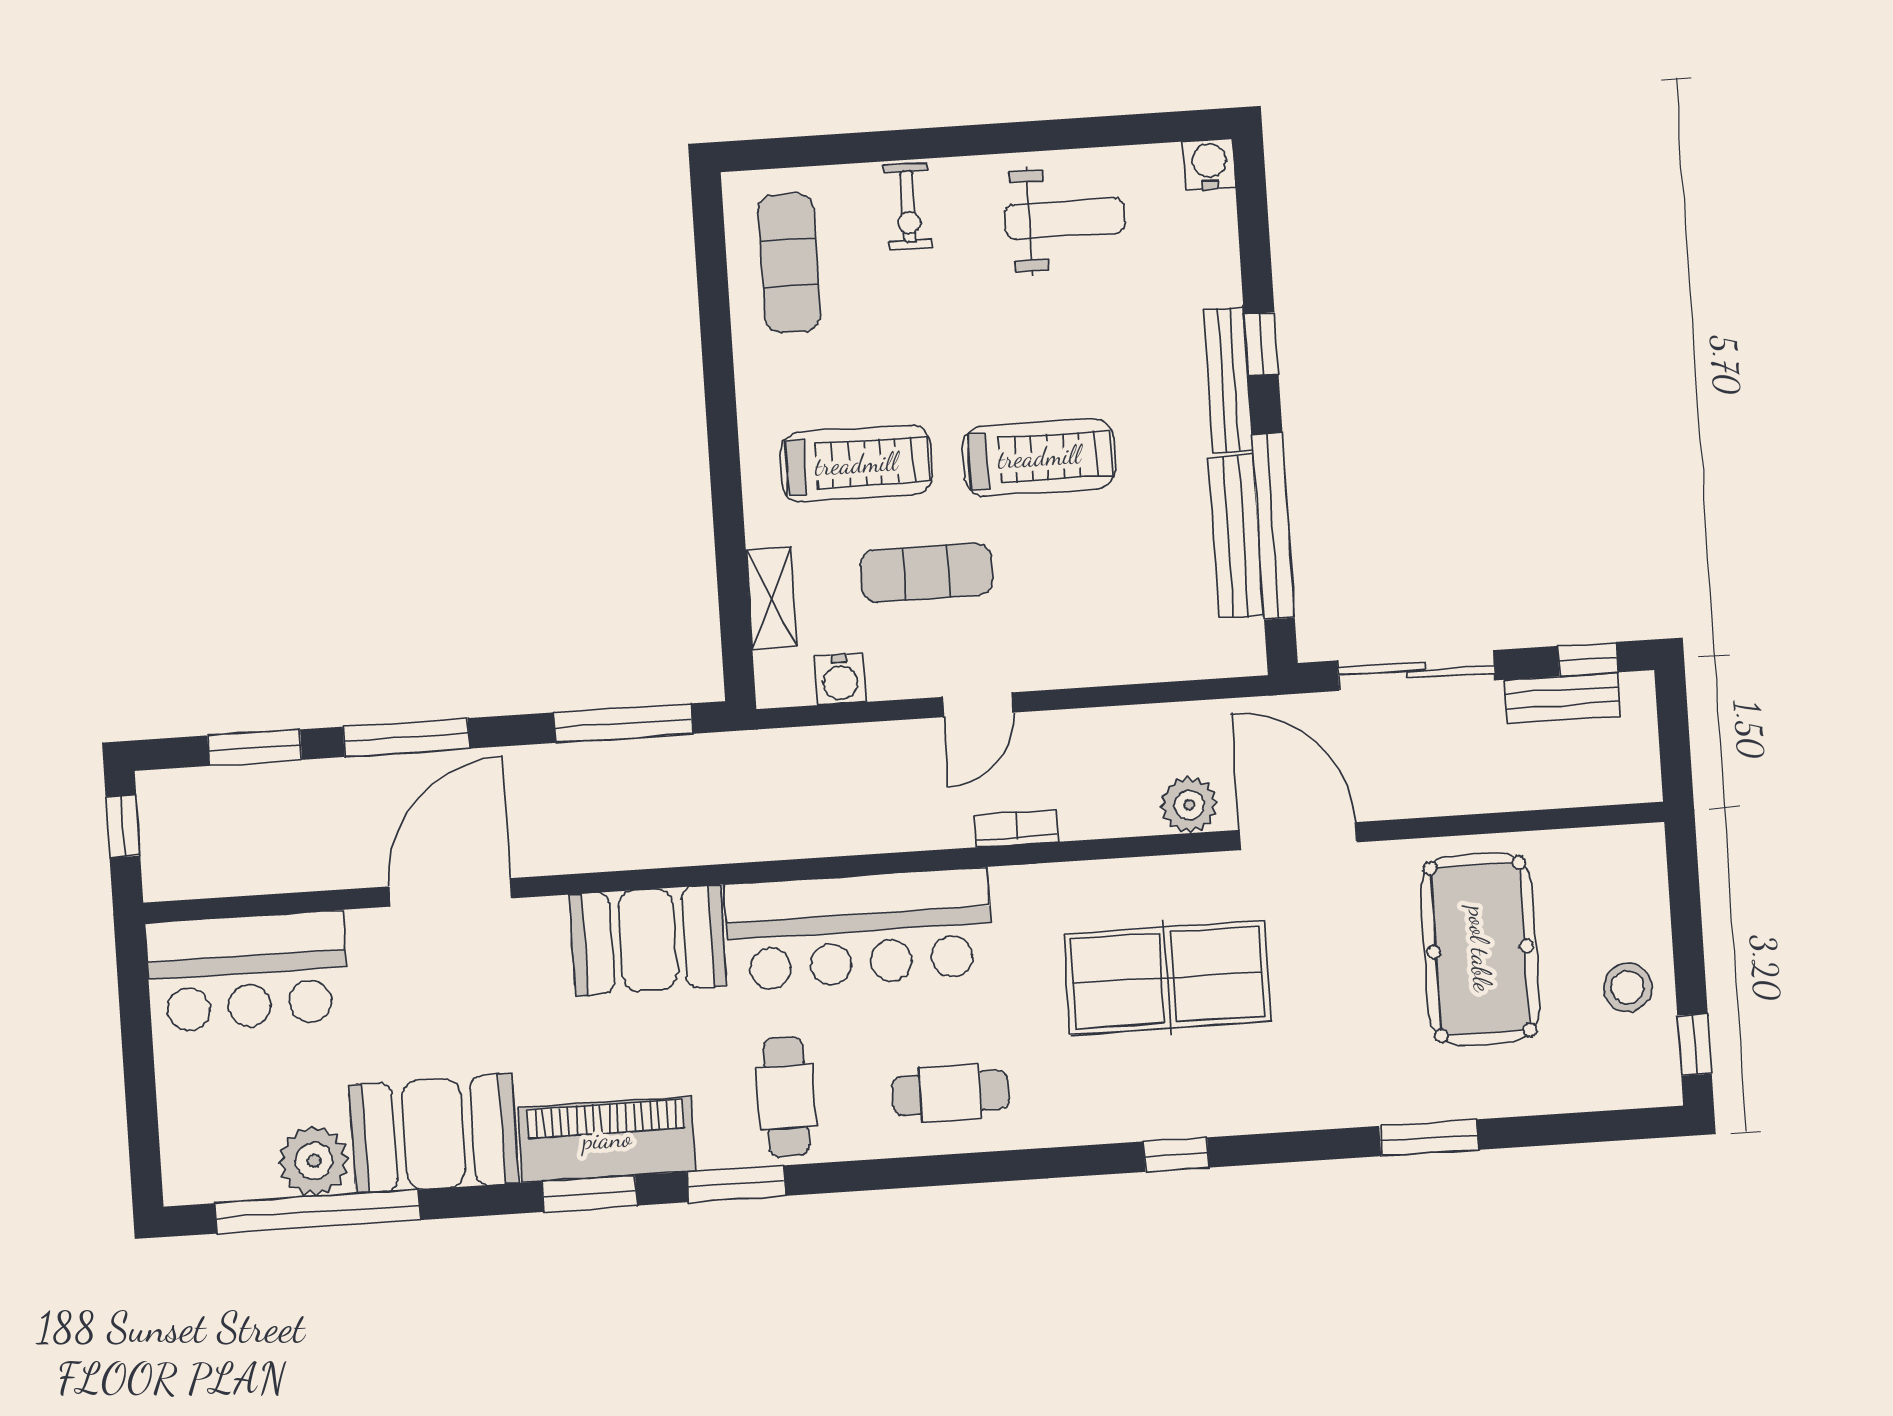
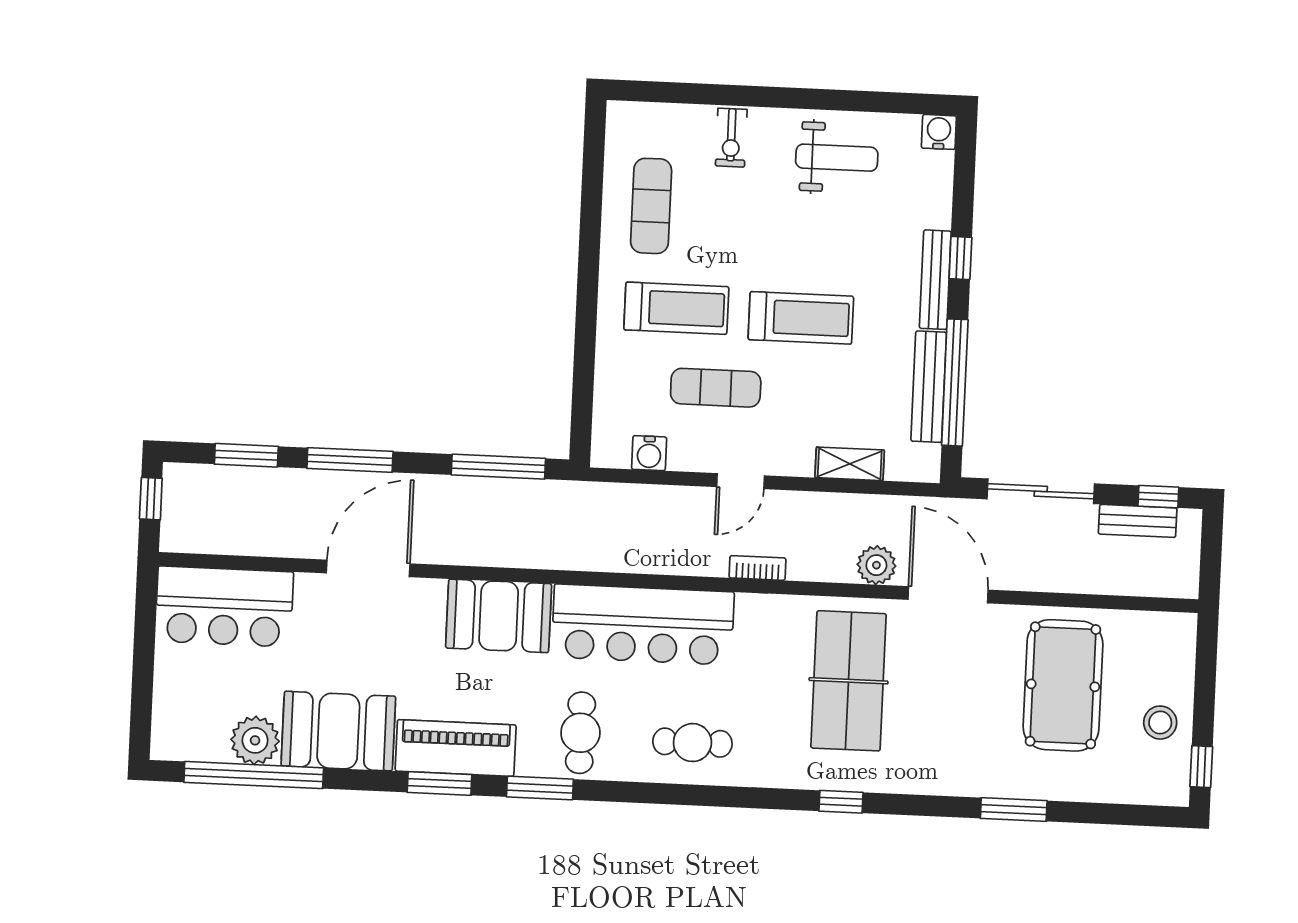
exercise mat: (789, 263) -> (651, 206), moved
shelving: (771, 598) -> (850, 464), moved, turned 90
table tennis table: (1168, 978) -> (849, 681), turned 90

